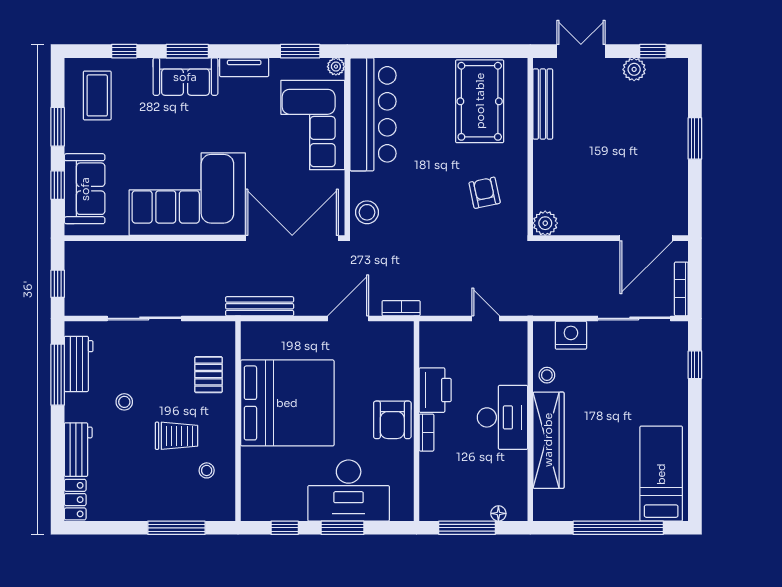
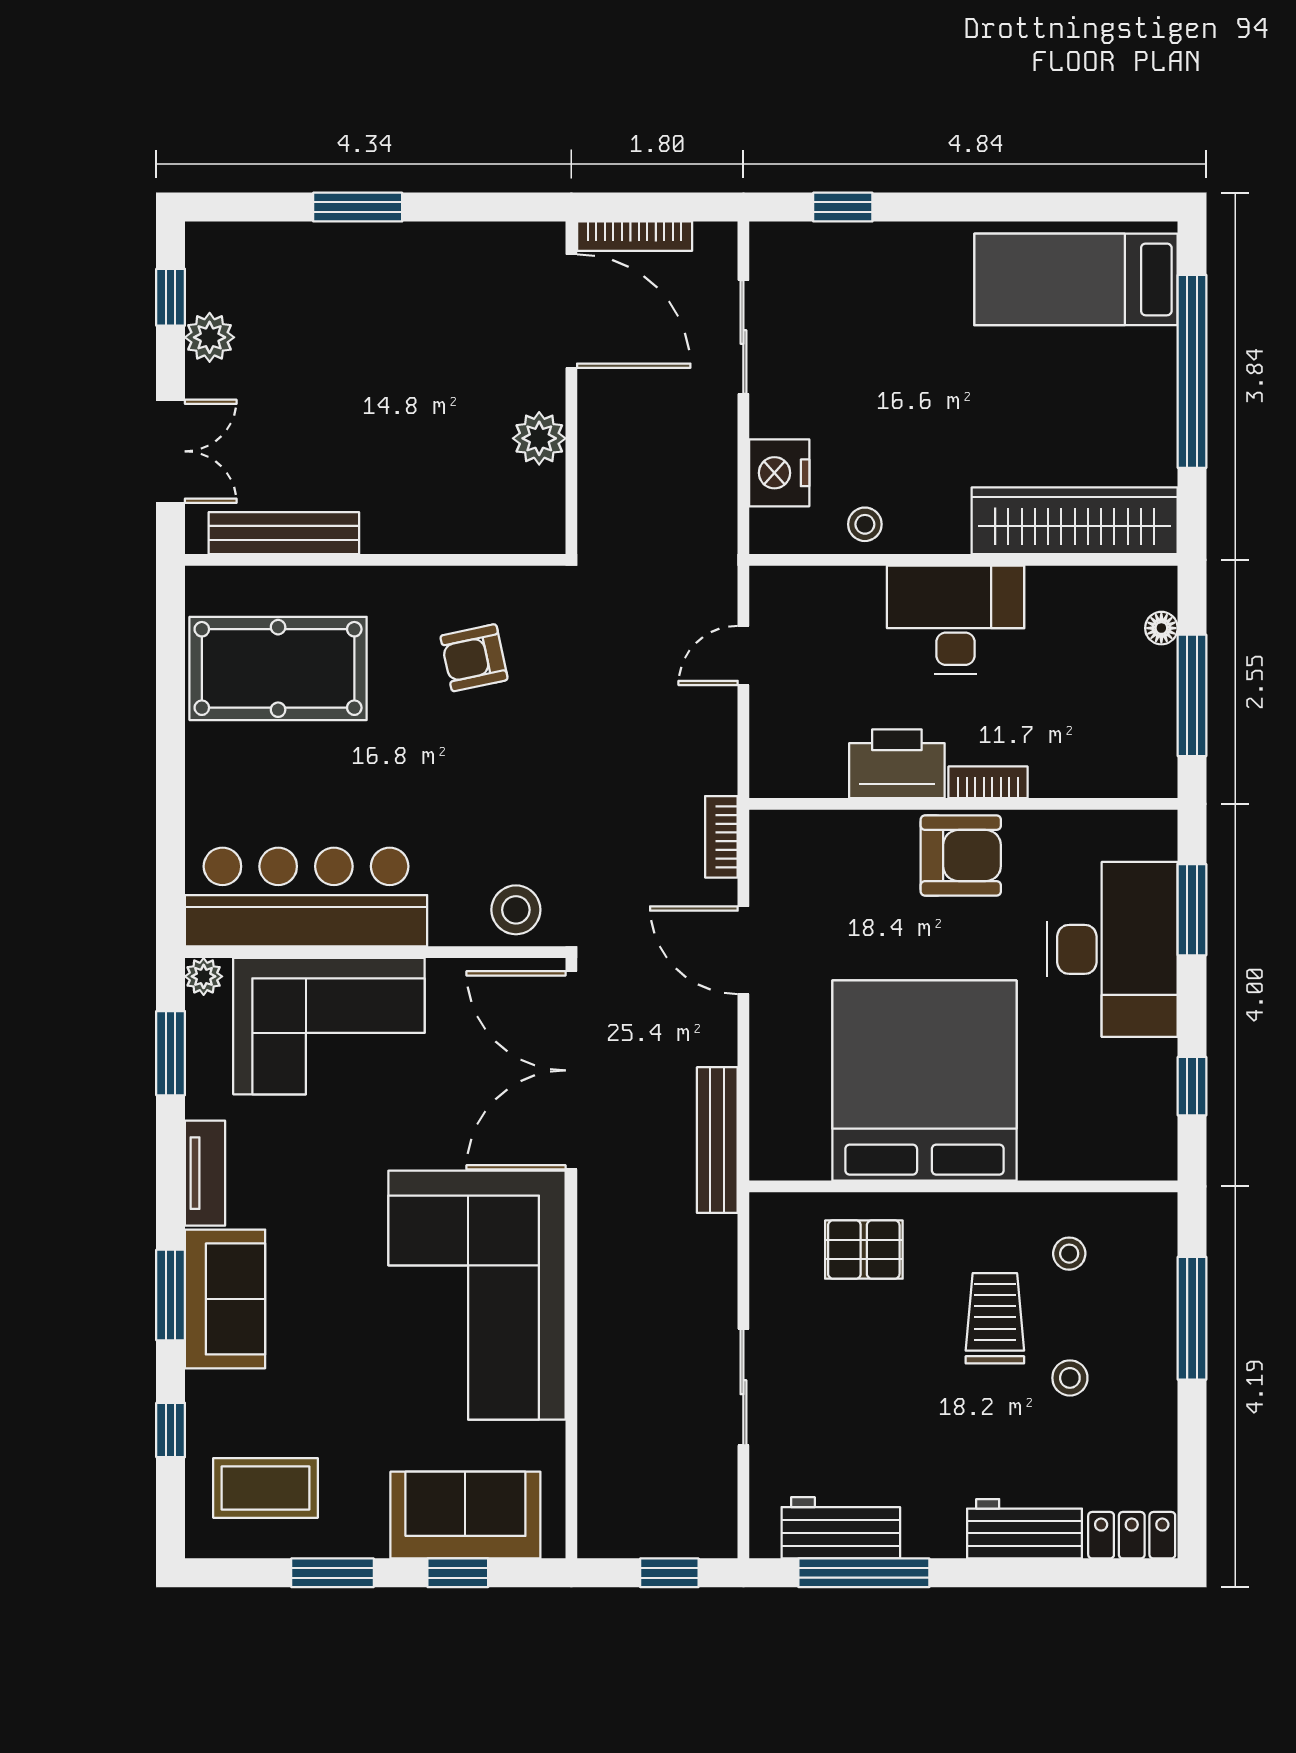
double door: (581, 51) -> (171, 451), swing flipped
plant: (545, 223) -> (539, 438), moved
bookcase: (681, 289) -> (635, 236), moved
sliding door: (144, 318) -> (743, 1387), width x0.73
sliding door: (634, 318) -> (743, 337), width x0.73
stool: (124, 402) -> (1070, 1378), moved
wardrobe: (548, 440) -> (1075, 521), moved
window: (343, 528) -> (1192, 910), moved

